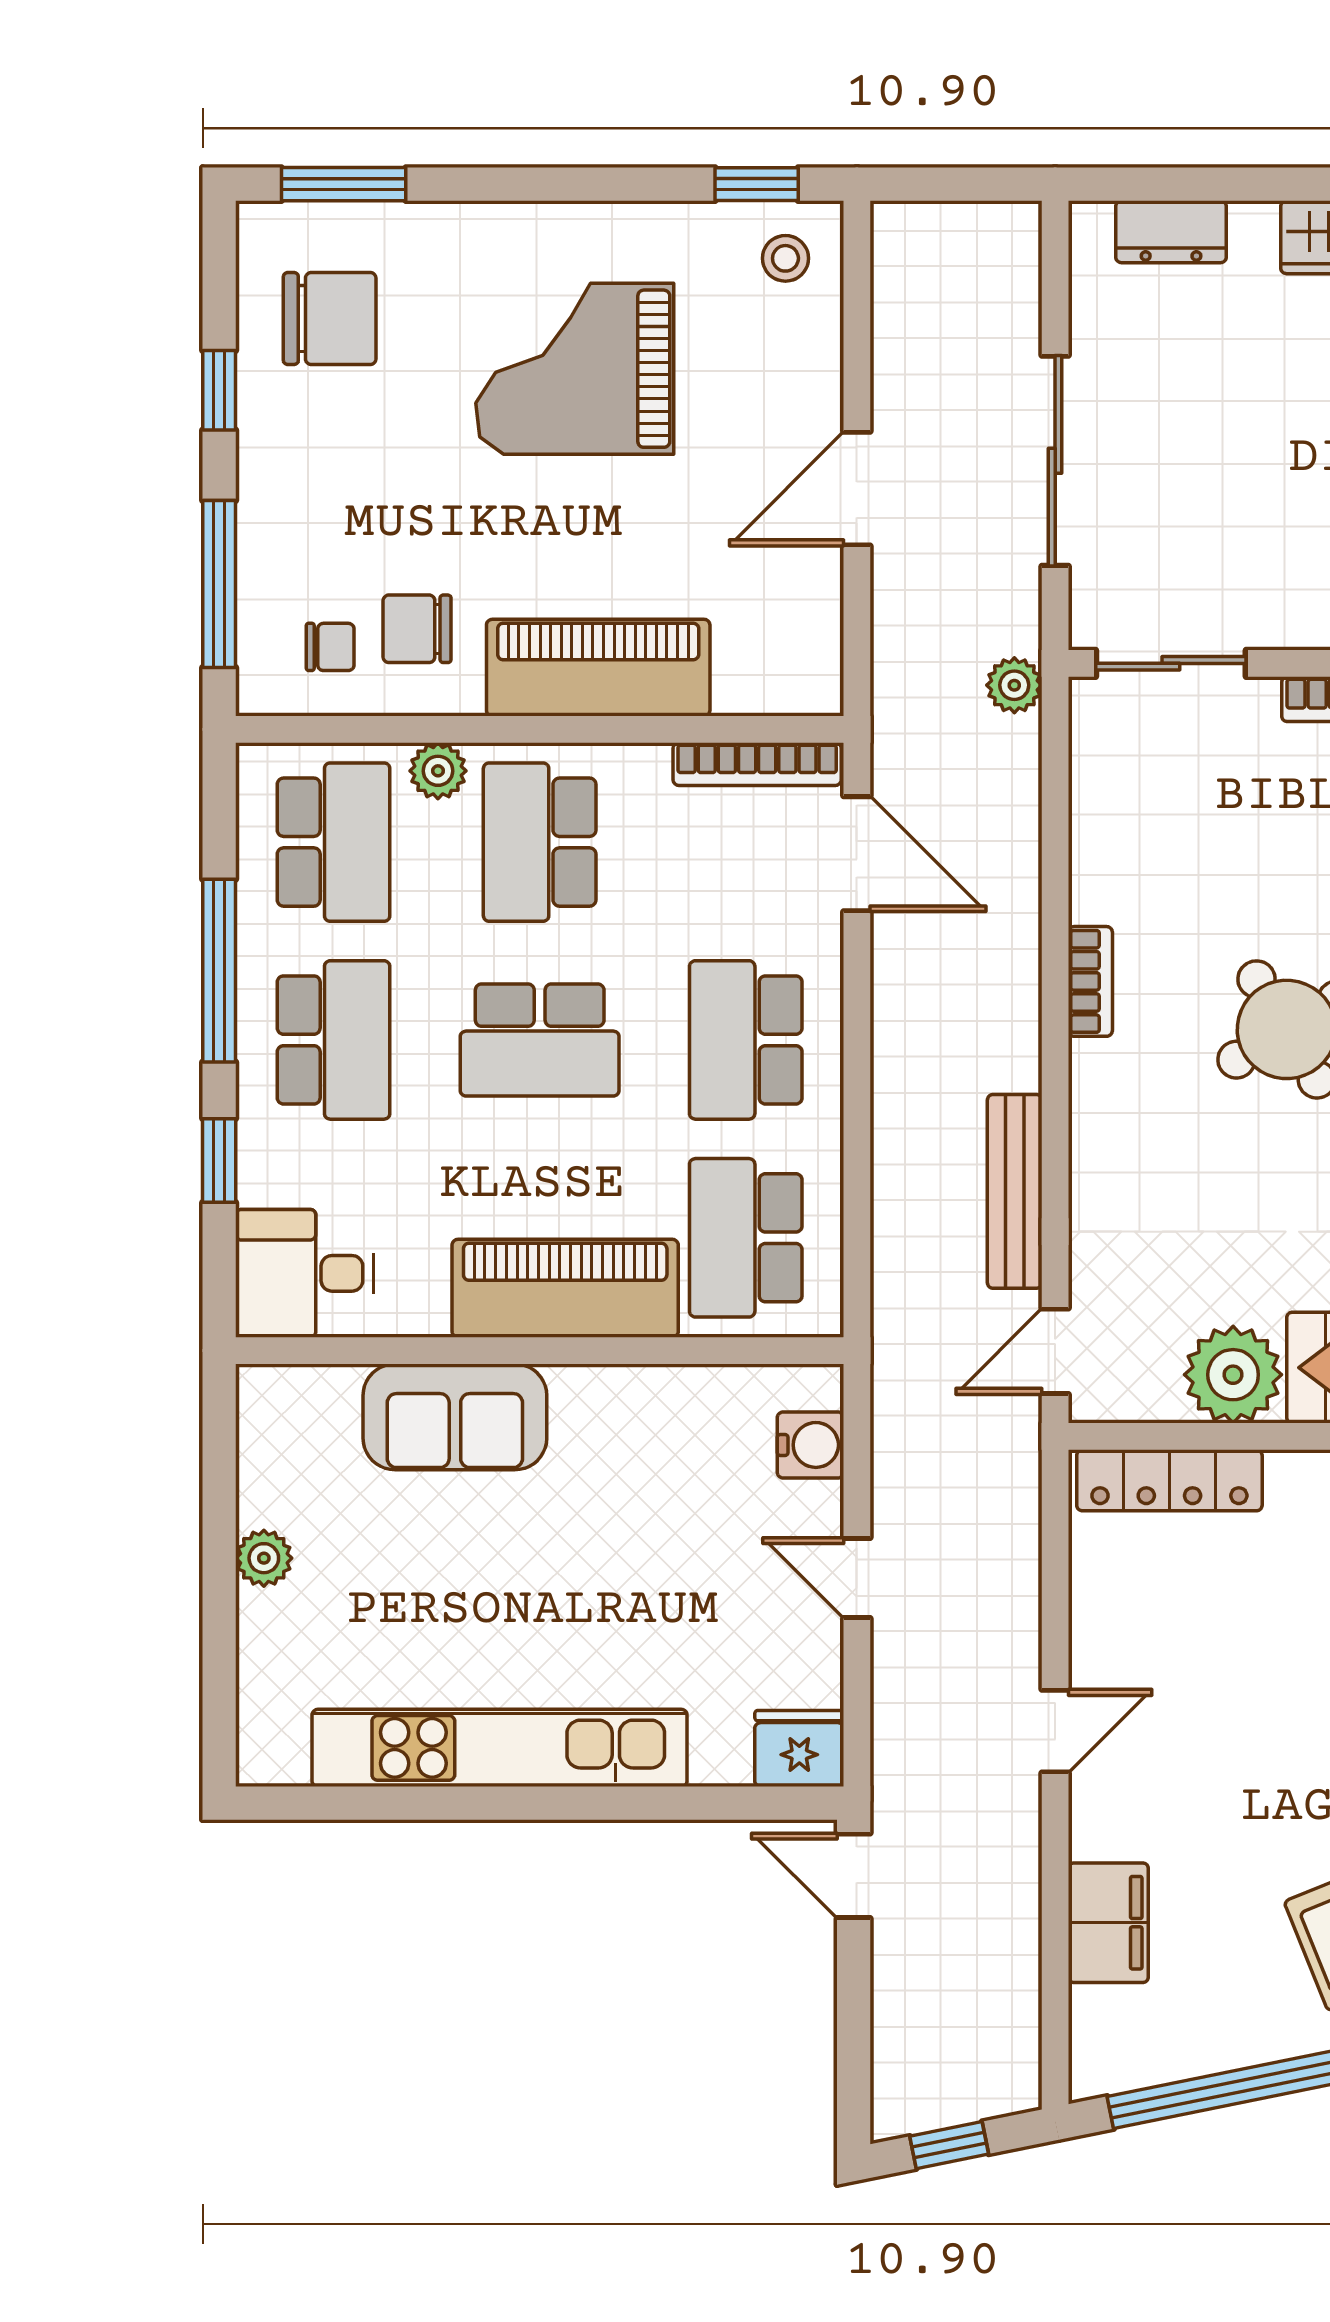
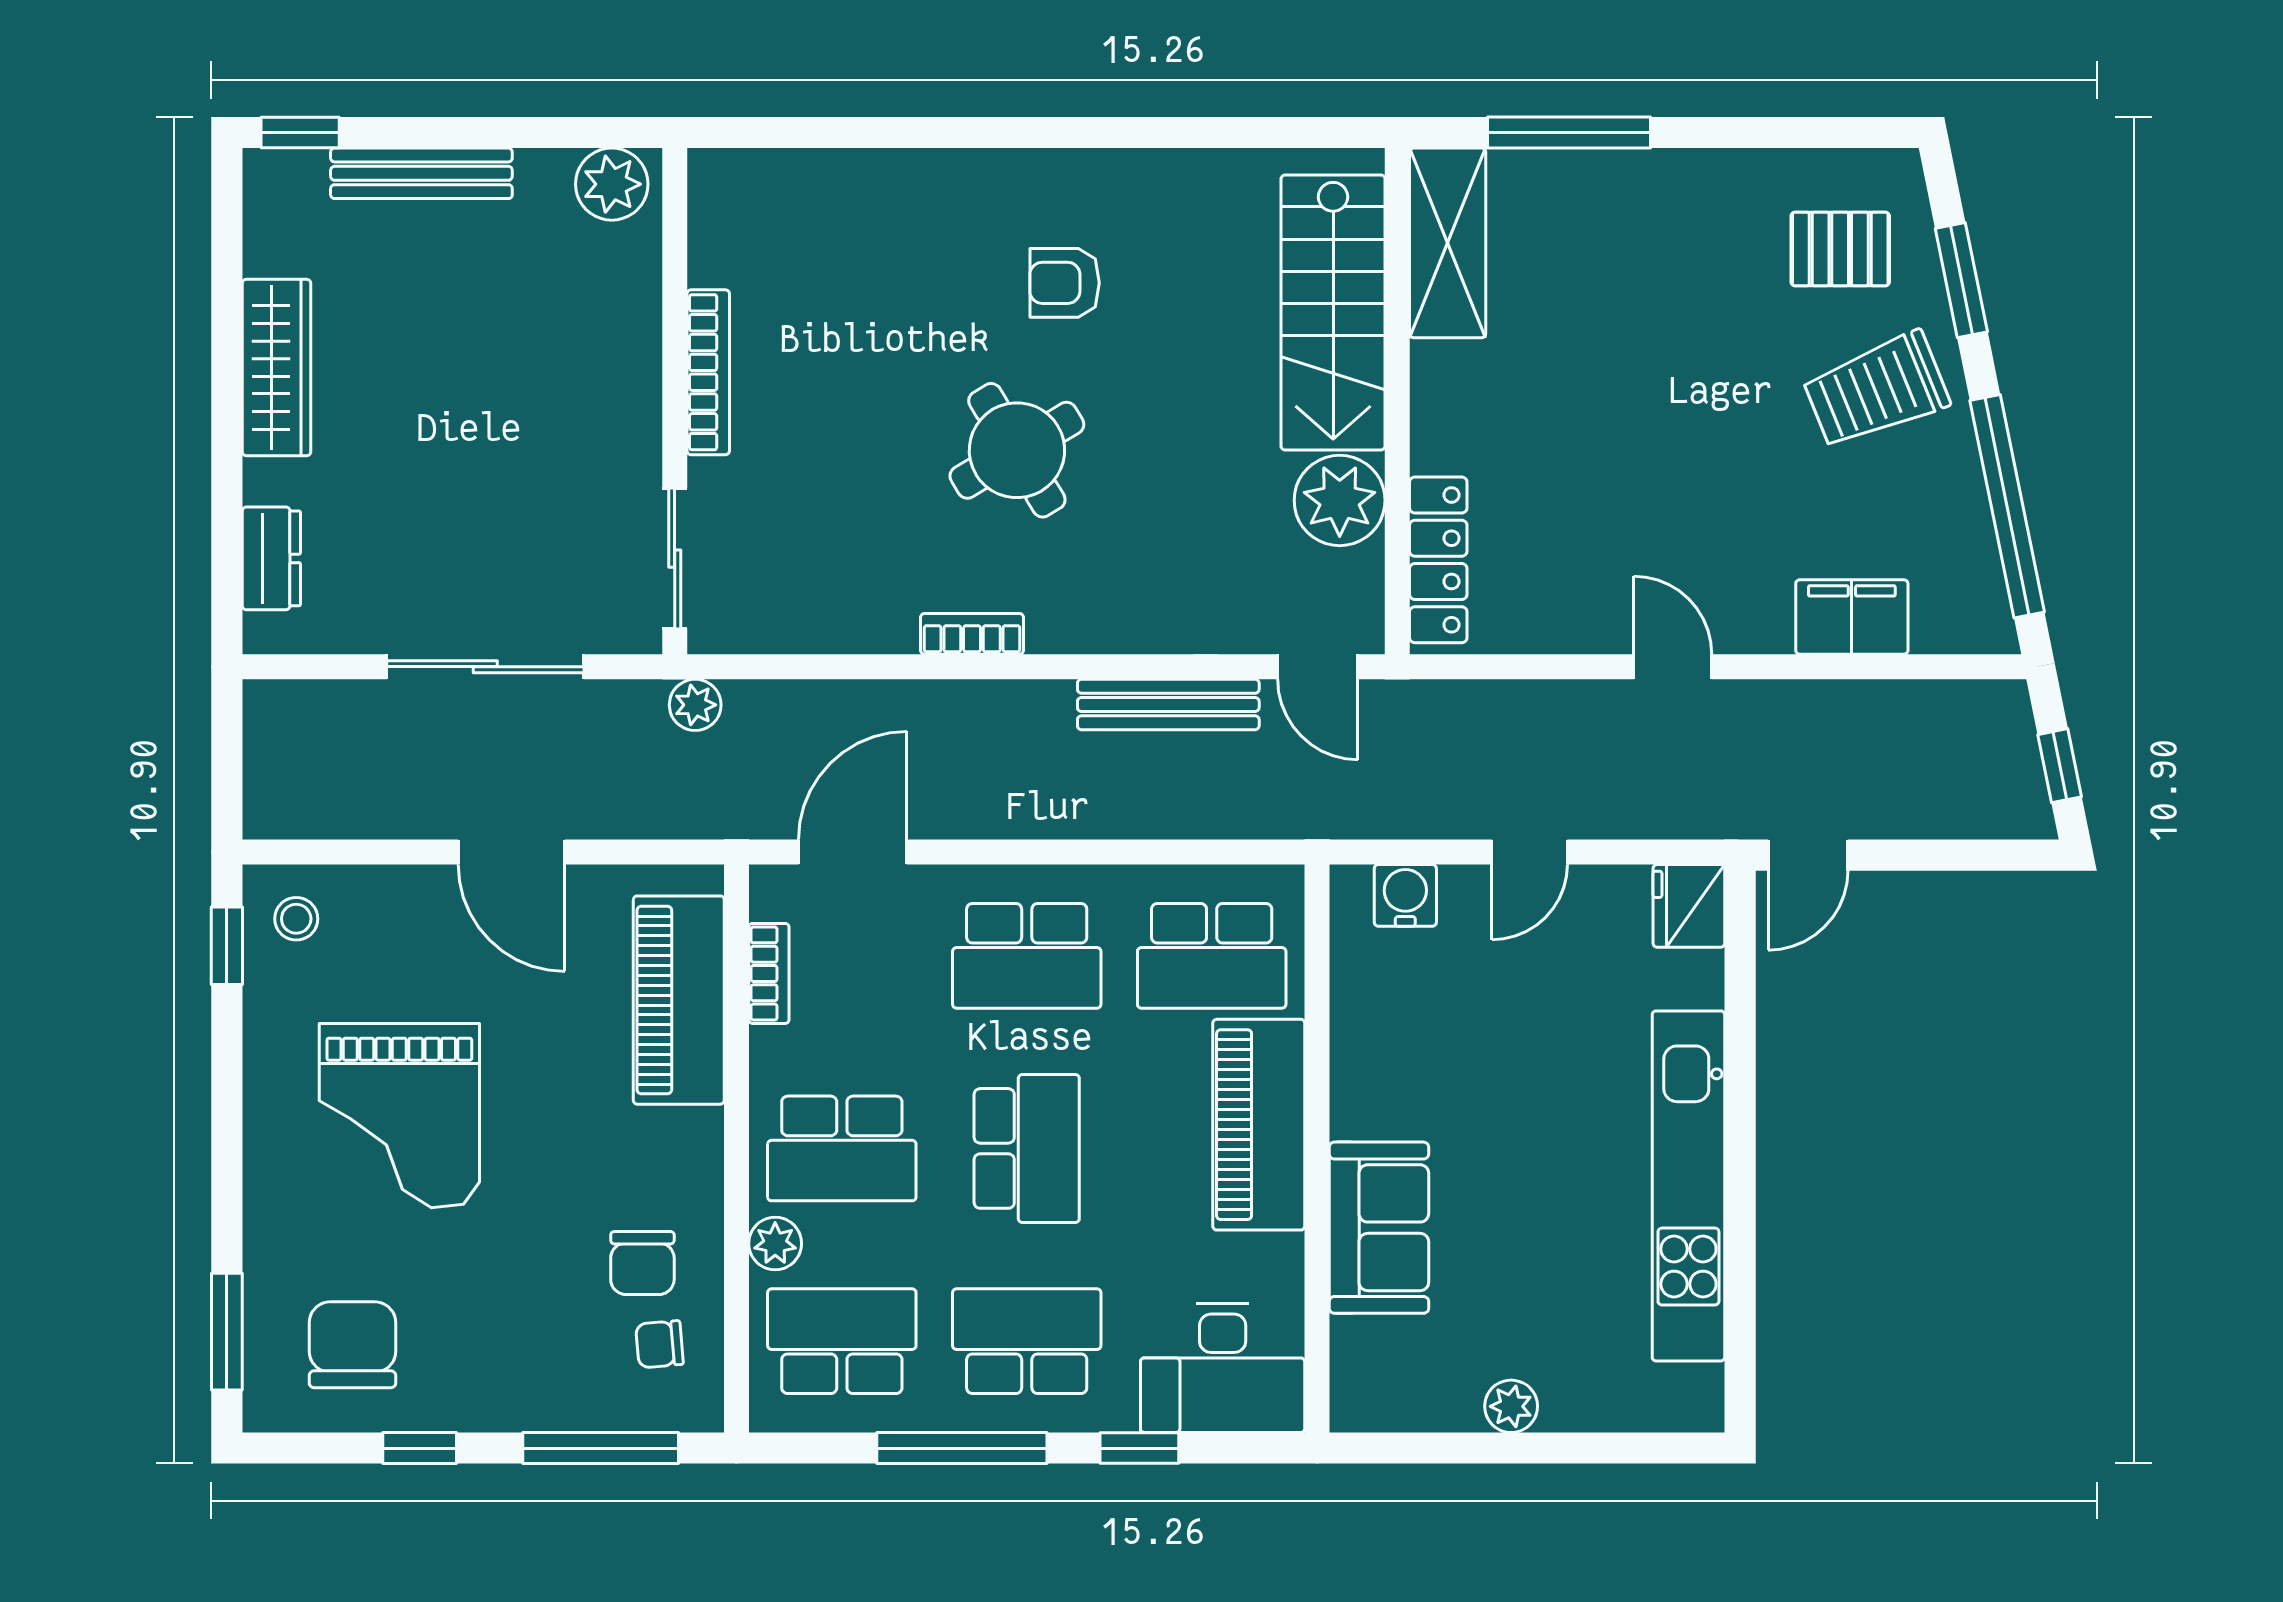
chair: (330, 647) -> (659, 1344), turned -95
piano: (598, 668) -> (679, 1000), moved
bookcase: (757, 764) -> (769, 973), width x0.64
desk: (305, 1273) -> (1223, 1368), width x1.37

